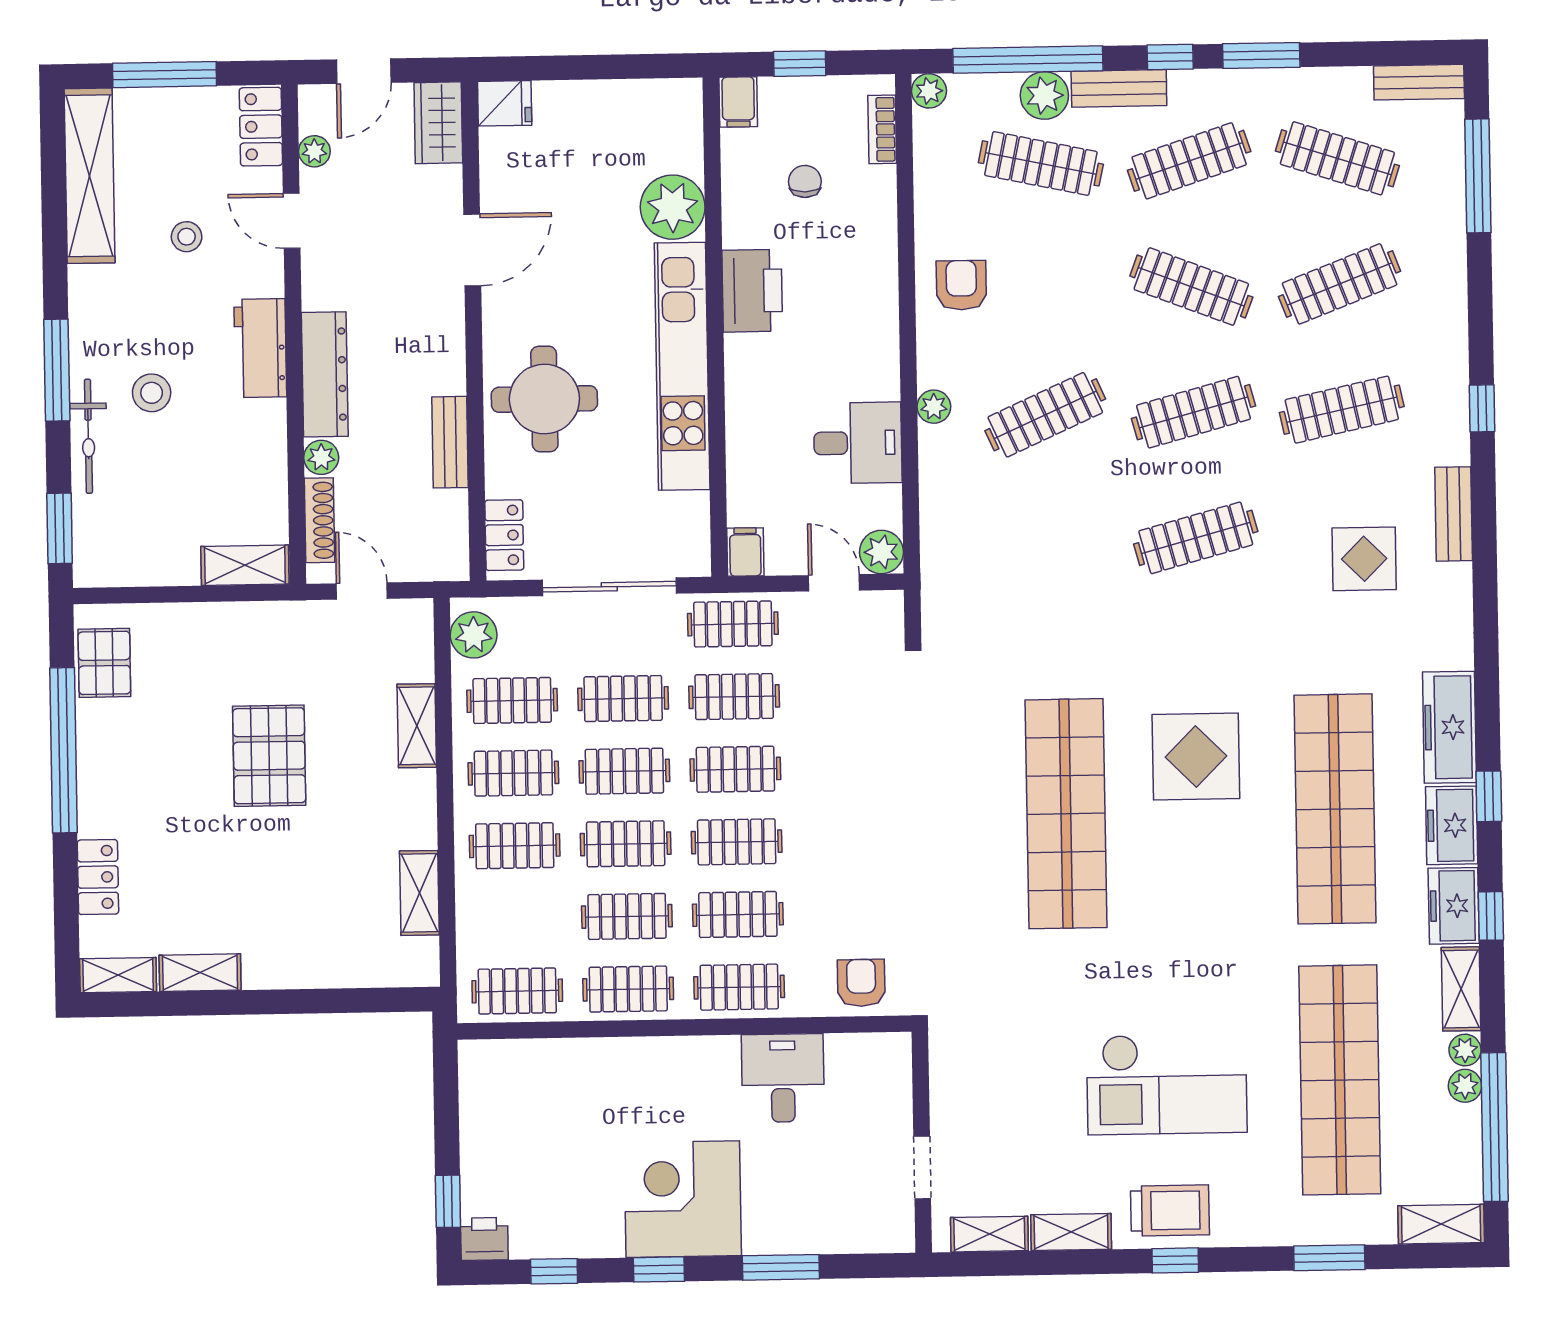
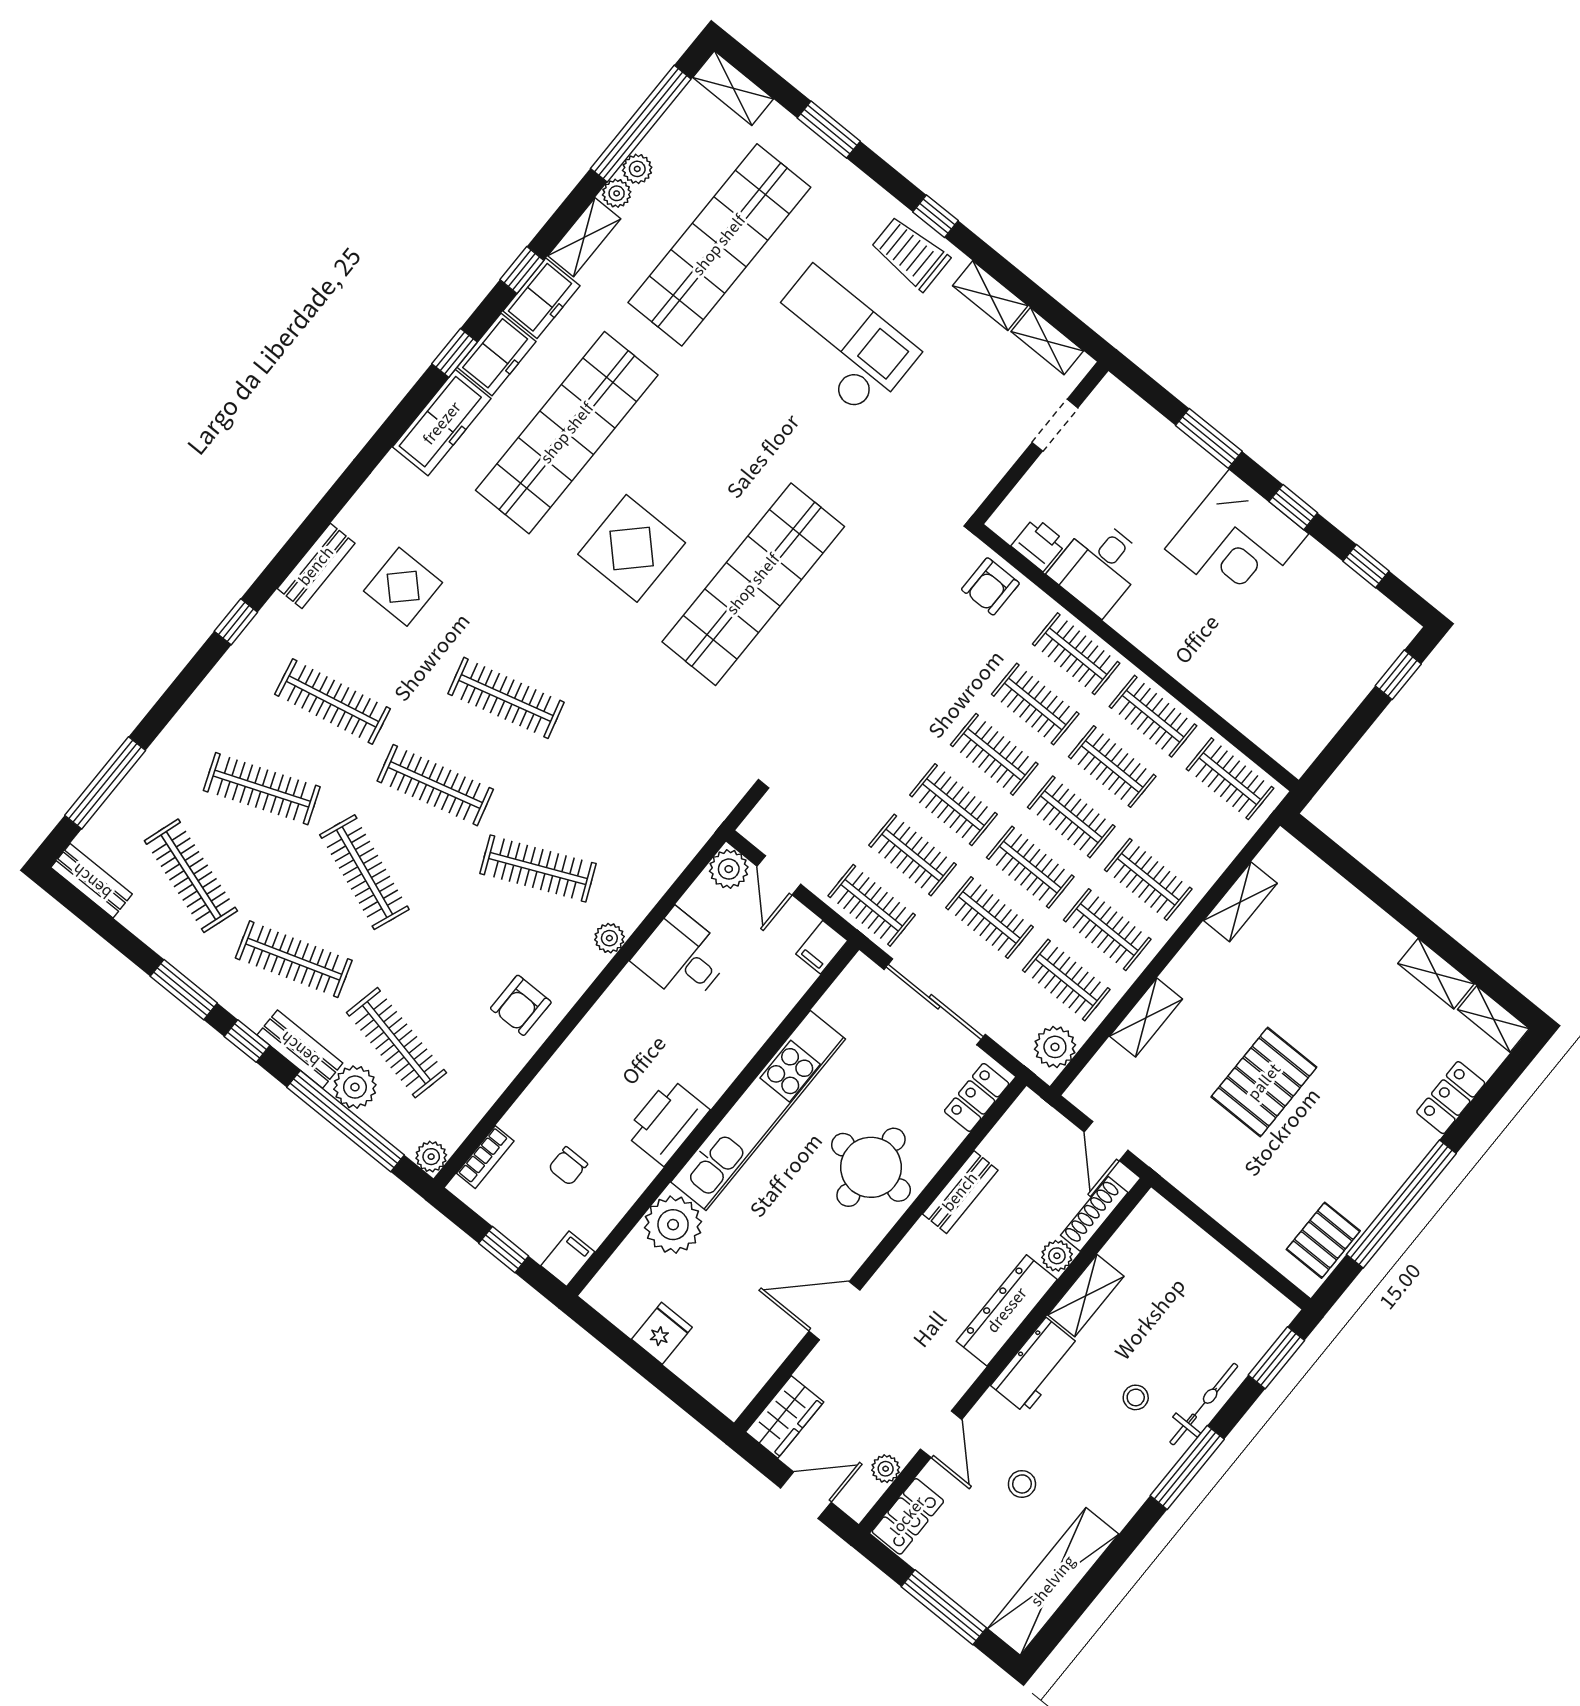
fridge: (505, 103) -> (662, 1333), moved, turned 90
stool: (152, 393) -> (1136, 1397), width x0.73, depth x0.73
shelving: (245, 565) -> (1086, 1296), moved, turned 90
printer: (484, 1239) -> (1039, 544), moved, turned 180

